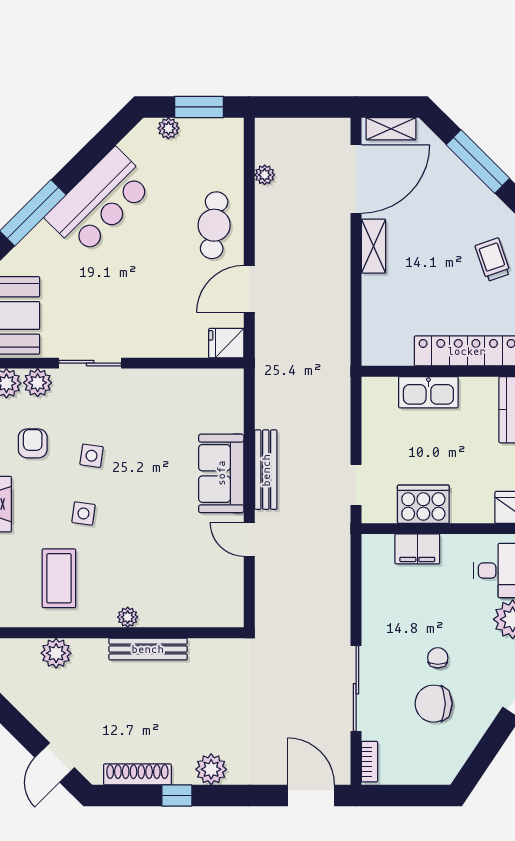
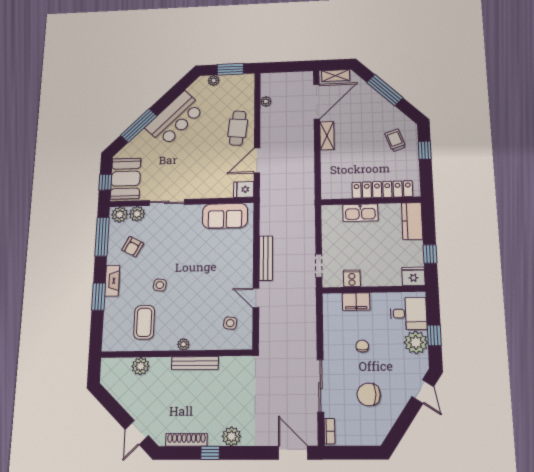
armchair: (33, 443) -> (133, 247), turned -152
side table: (92, 456) -> (230, 323), moved
sofa: (221, 473) -> (225, 216), moved, turned -90
cooker: (423, 504) -> (352, 278), width x0.53, depth x0.76
chair: (438, 658) -> (362, 346), moved

